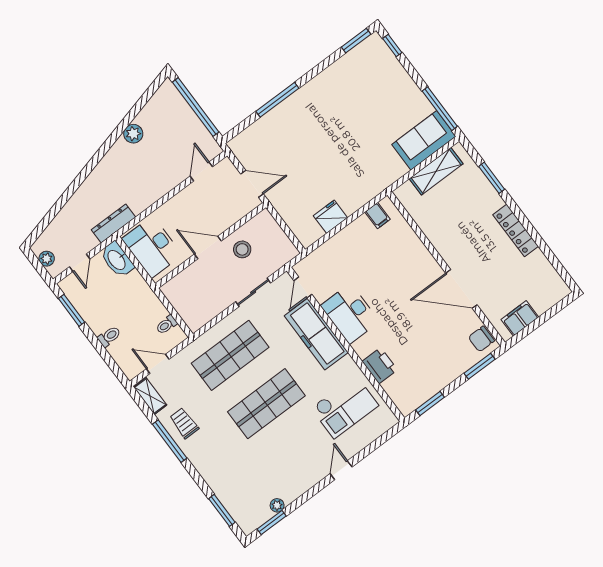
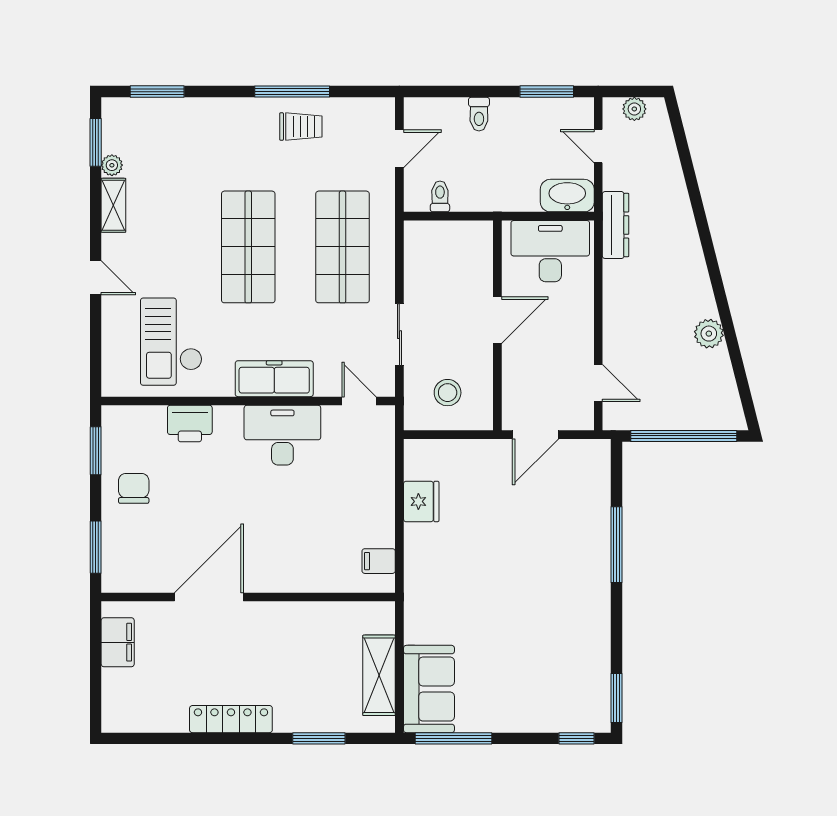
stool: (242, 249) -> (448, 393), moved
freezer: (316, 334) -> (274, 379), width x0.73, depth x0.79
chair: (481, 339) -> (134, 488), moved
shelving: (150, 396) -> (113, 205), moved, turned 90

